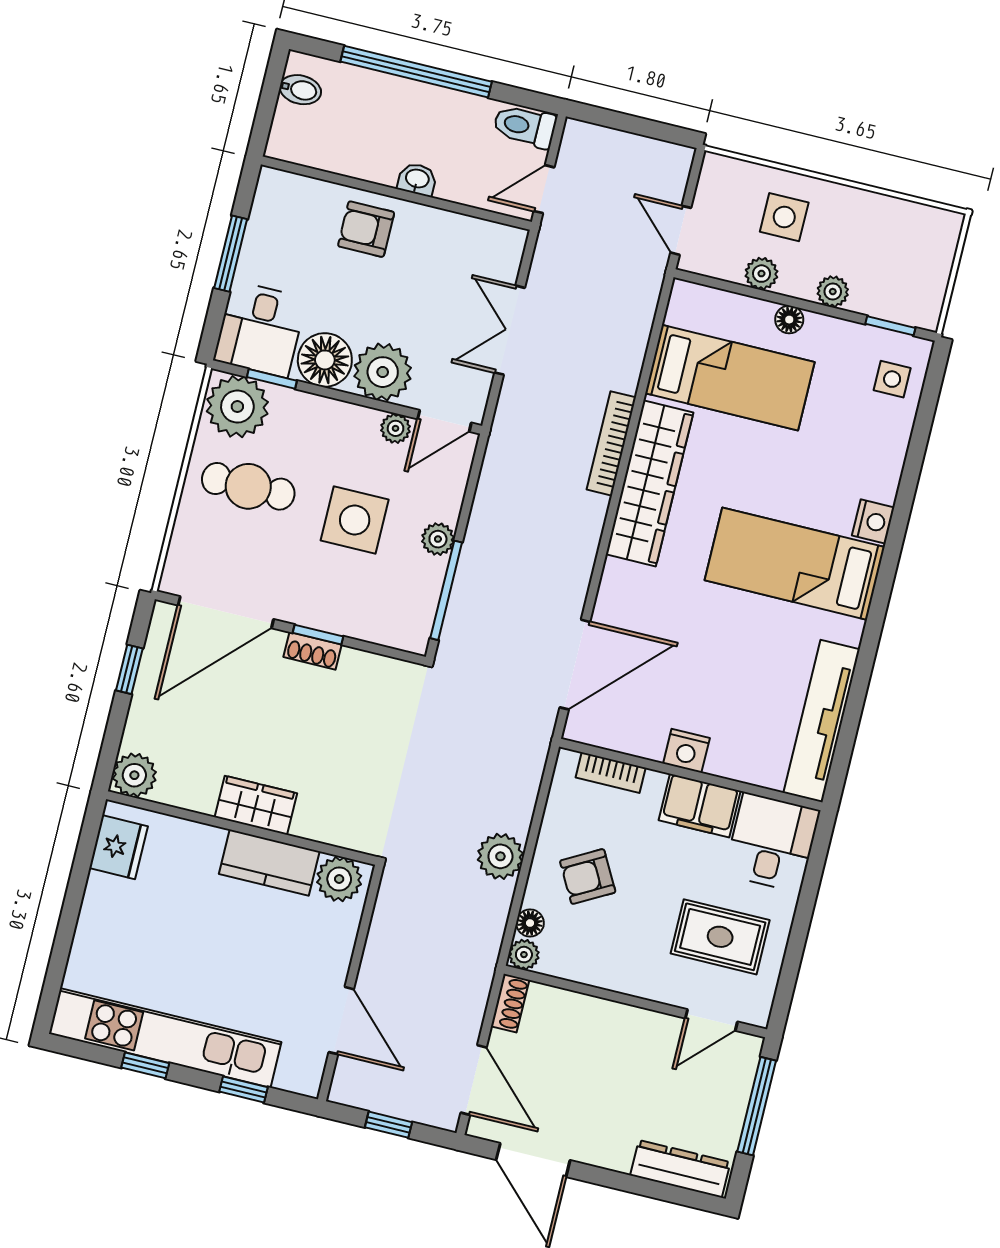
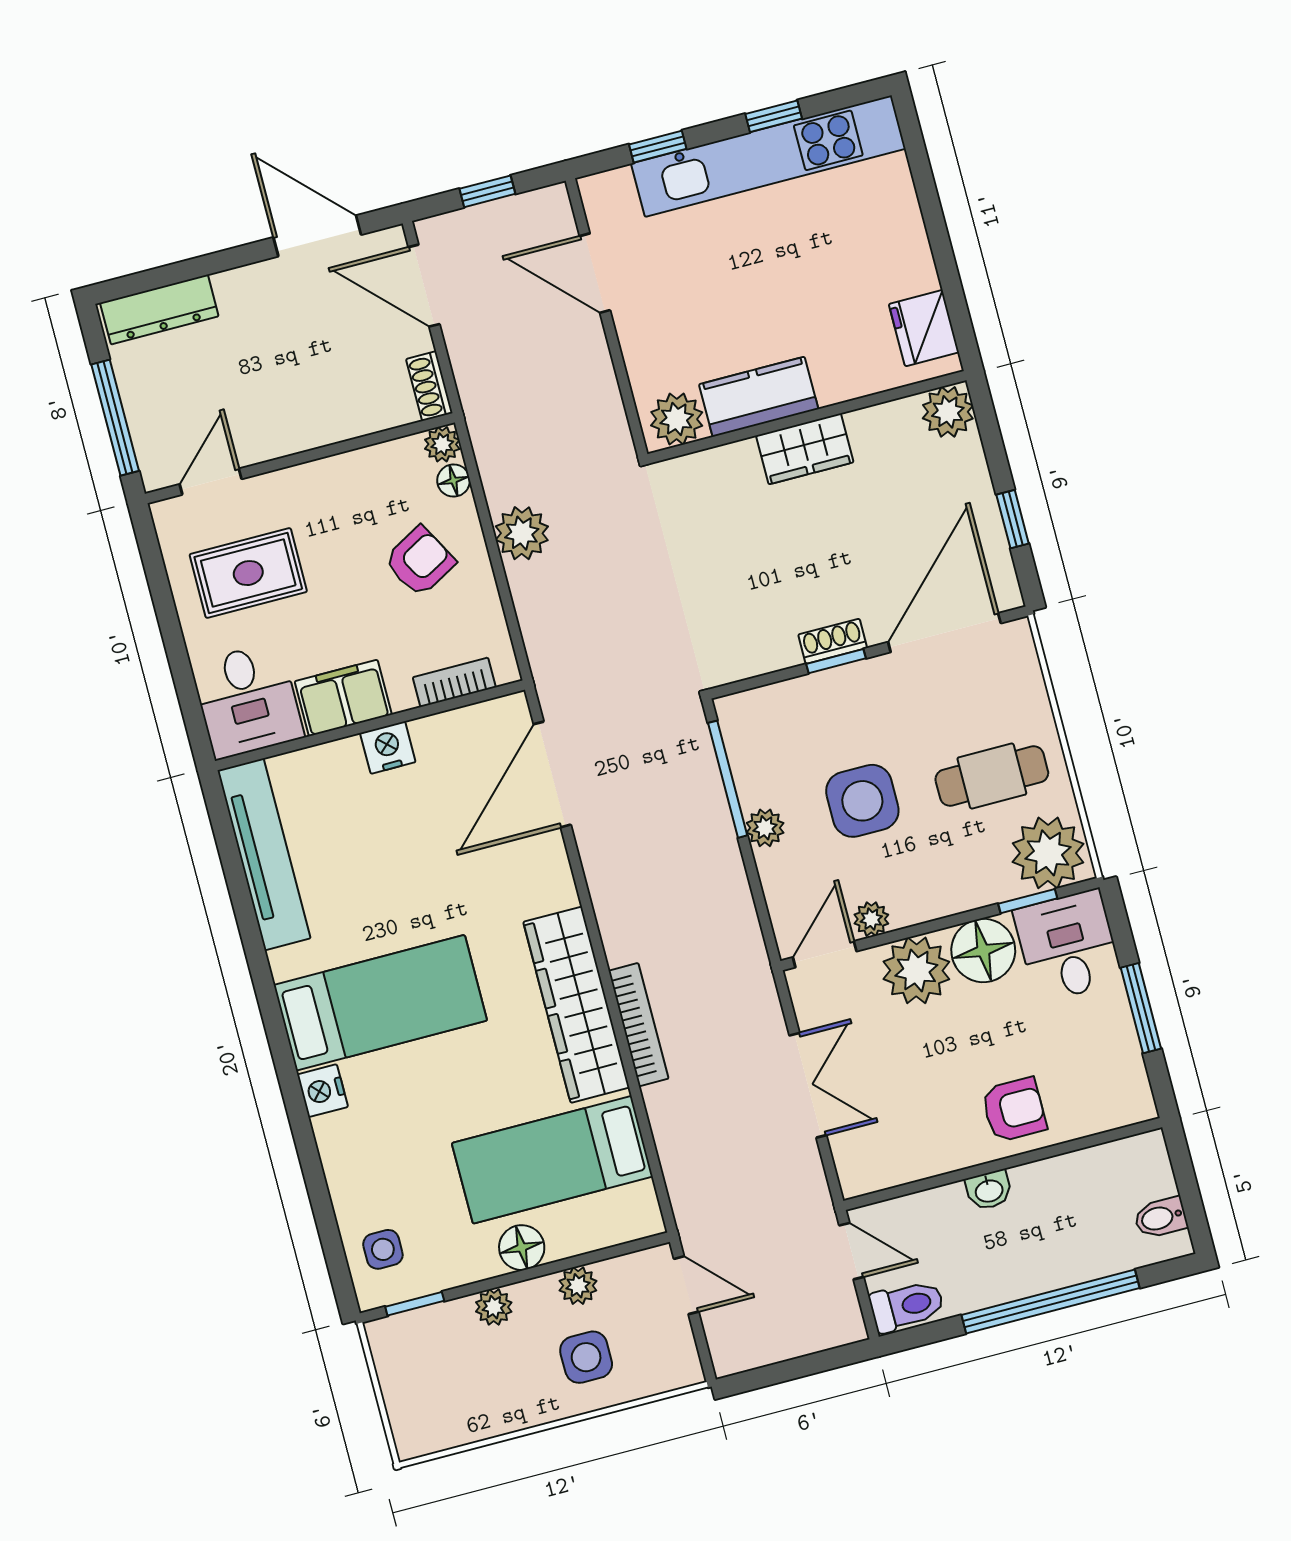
door: (544, 189) -> (851, 1251), hinge flipped
floor lamp: (789, 320) -> (522, 1248), width x1.37, depth x1.37

